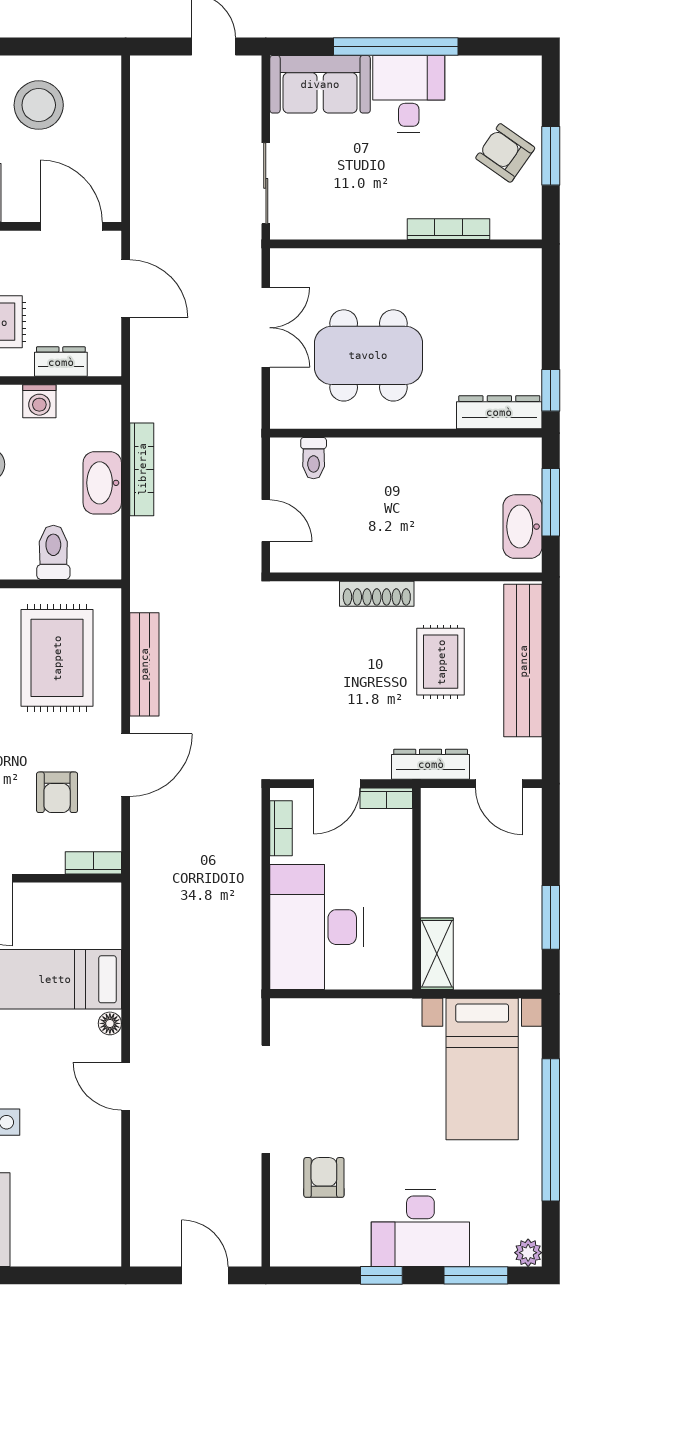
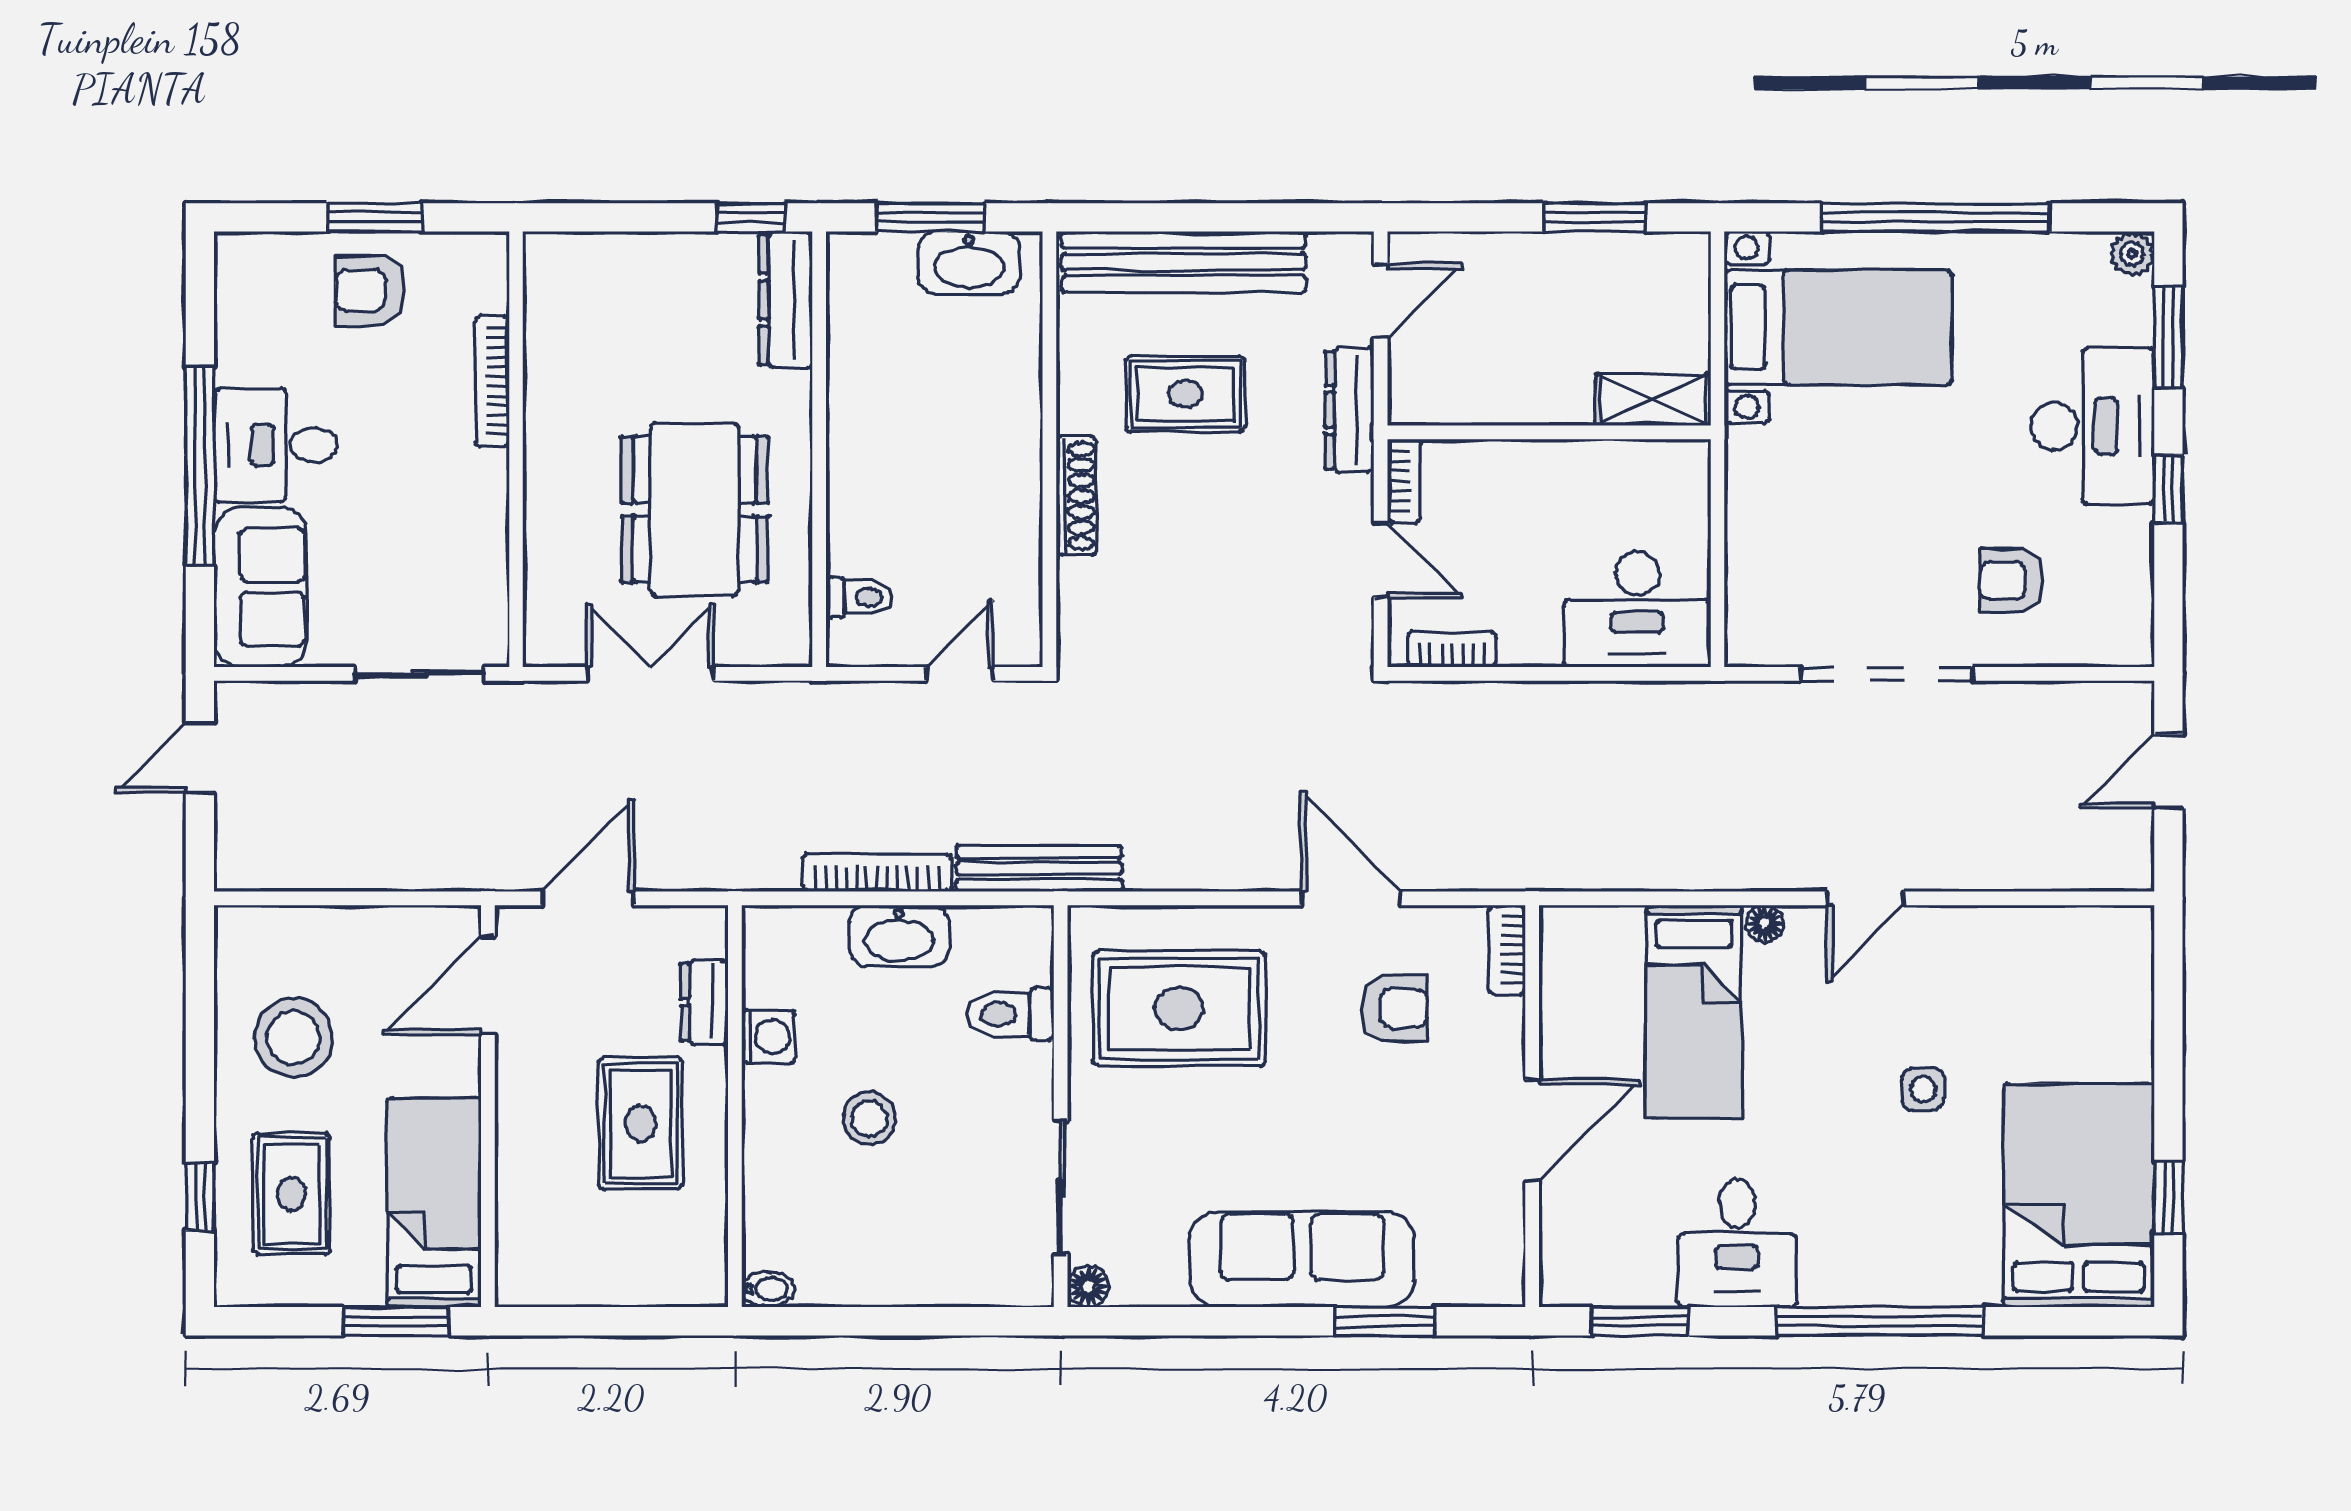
armchair: (505, 153) -> (370, 290), turned 55
bench: (144, 664) -> (1039, 869), moved
desk: (317, 927) -> (1637, 609), width x0.73, depth x0.77

